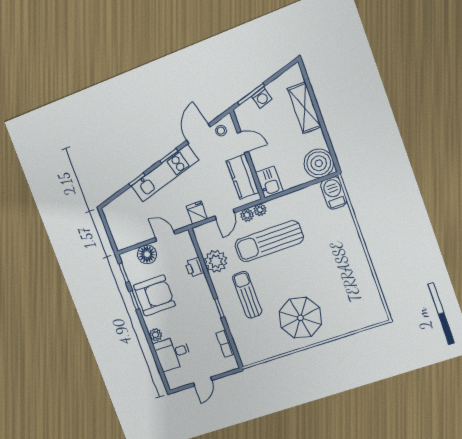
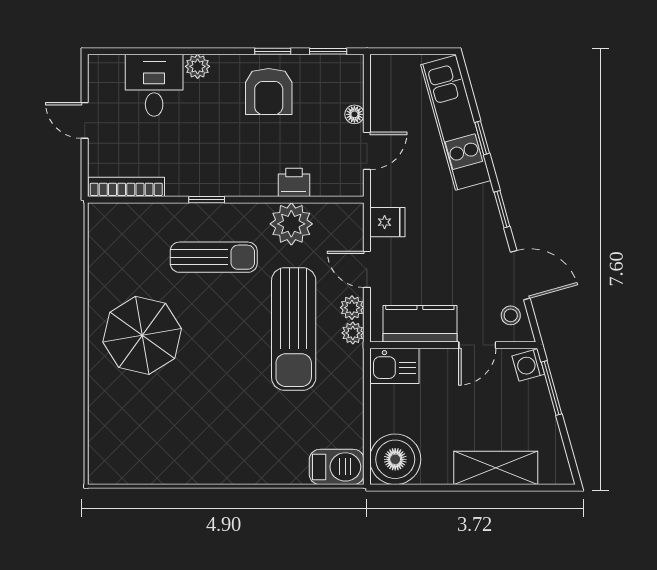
washing machine: (262, 98) -> (528, 365), moved
kitchen unit: (165, 173) -> (456, 123), moved
sun lounger: (269, 241) -> (294, 329), turned 180
floor lamp: (147, 254) -> (354, 114), width x0.53, depth x0.53
armchair: (154, 295) -> (269, 92), width x0.73, depth x0.73
bookcase: (225, 344) -> (126, 187), width x1.56

